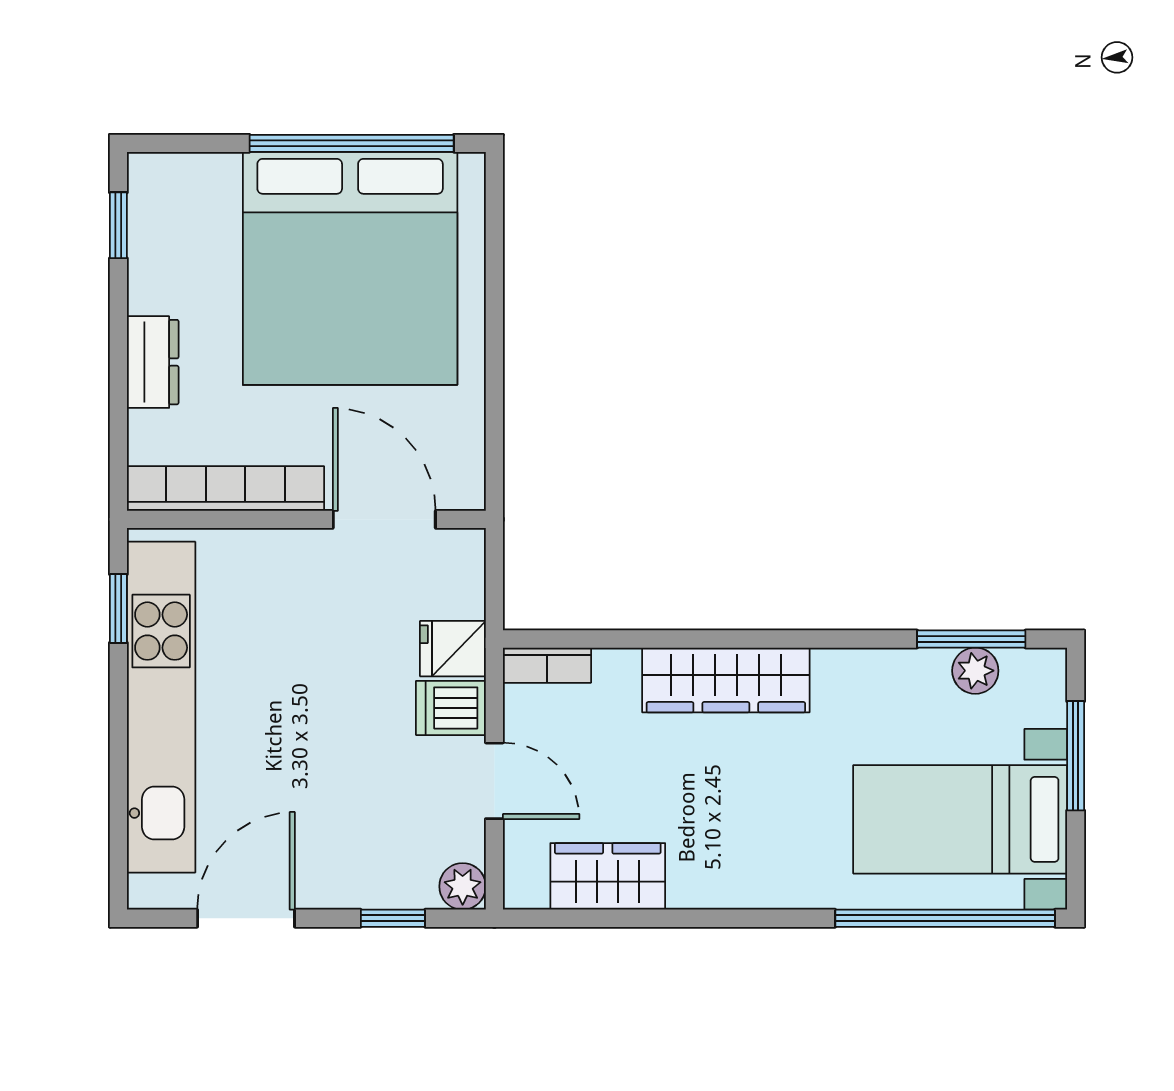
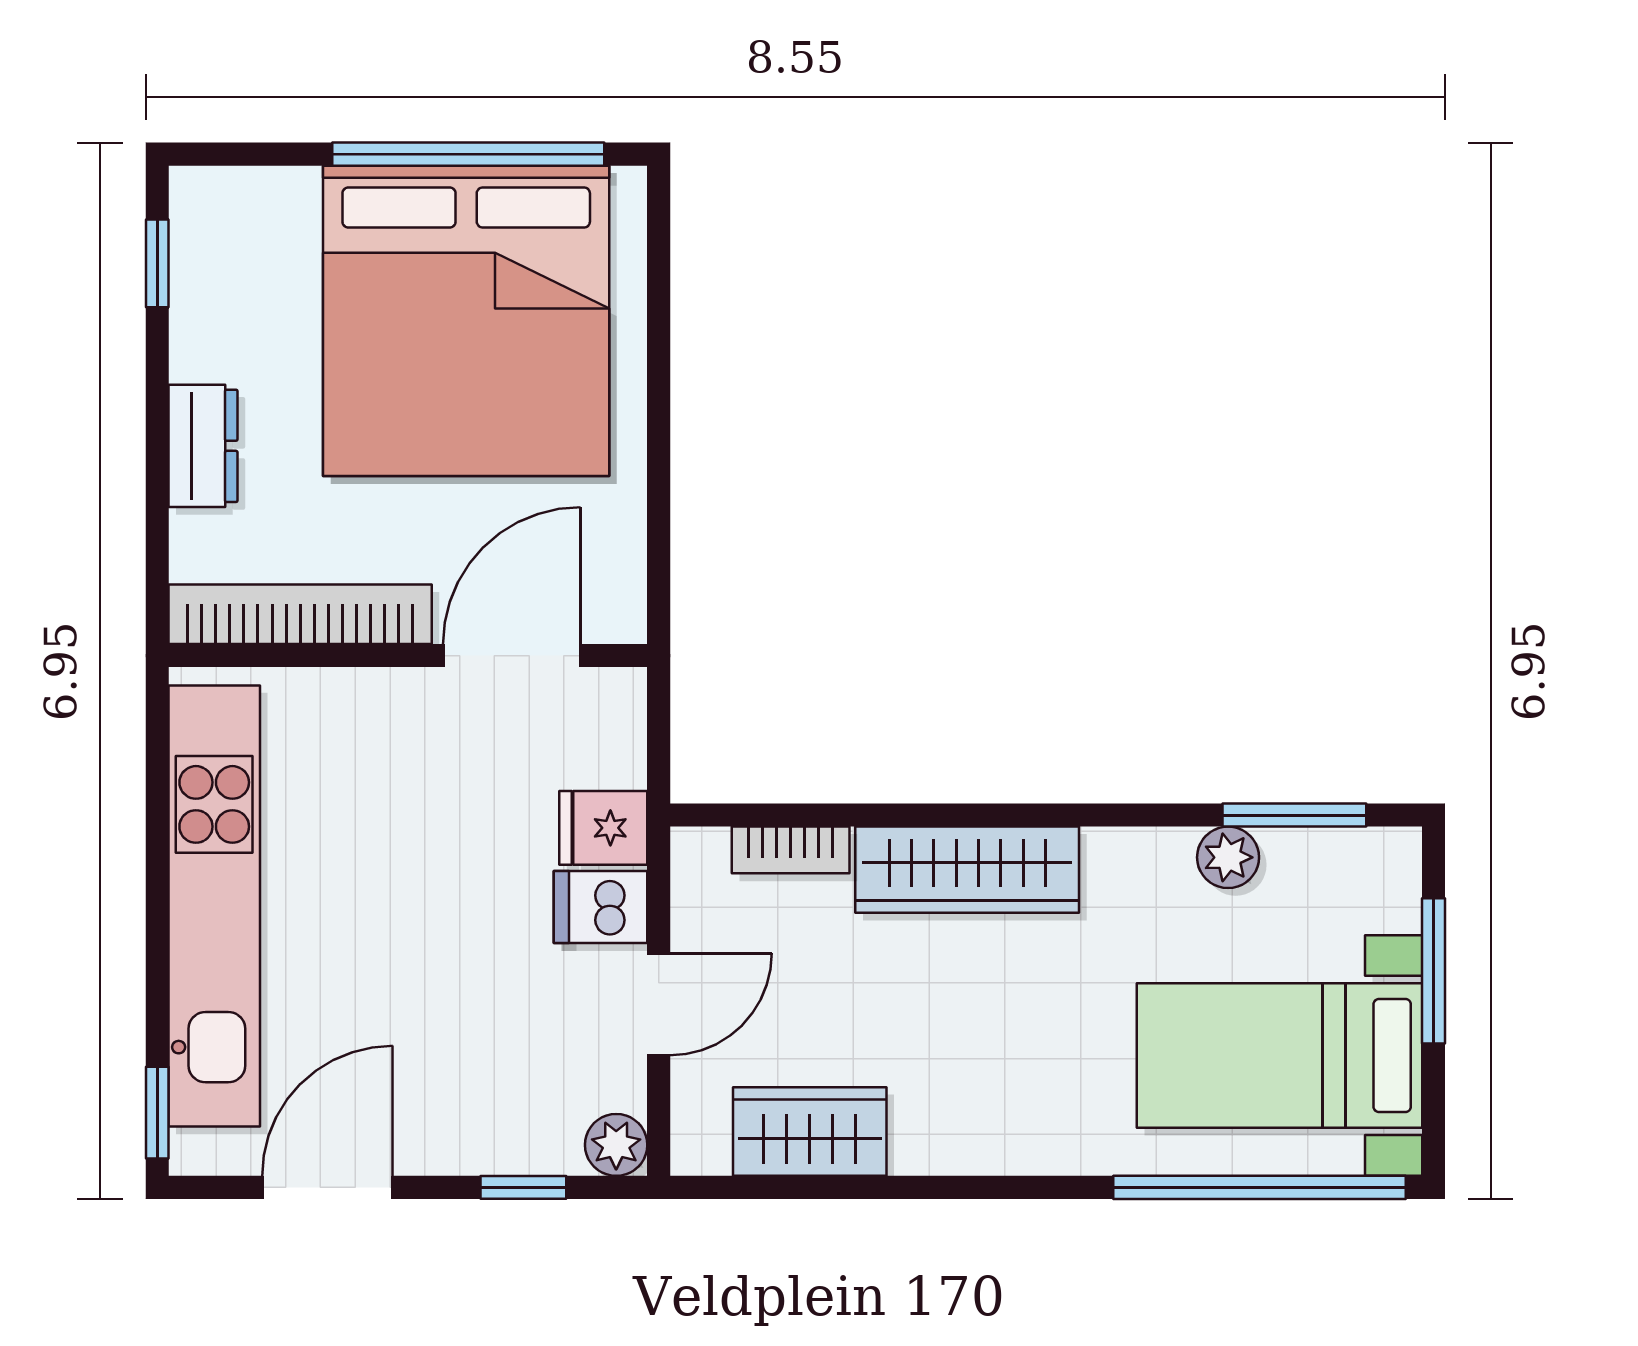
door: (384, 519) -> (512, 656), hinge flipped
window: (118, 608) -> (157, 1113), moved
bookcase: (547, 665) -> (791, 850), moved
plant: (975, 671) -> (1228, 857), moved
door: (494, 781) -> (659, 1004), hinge flipped

